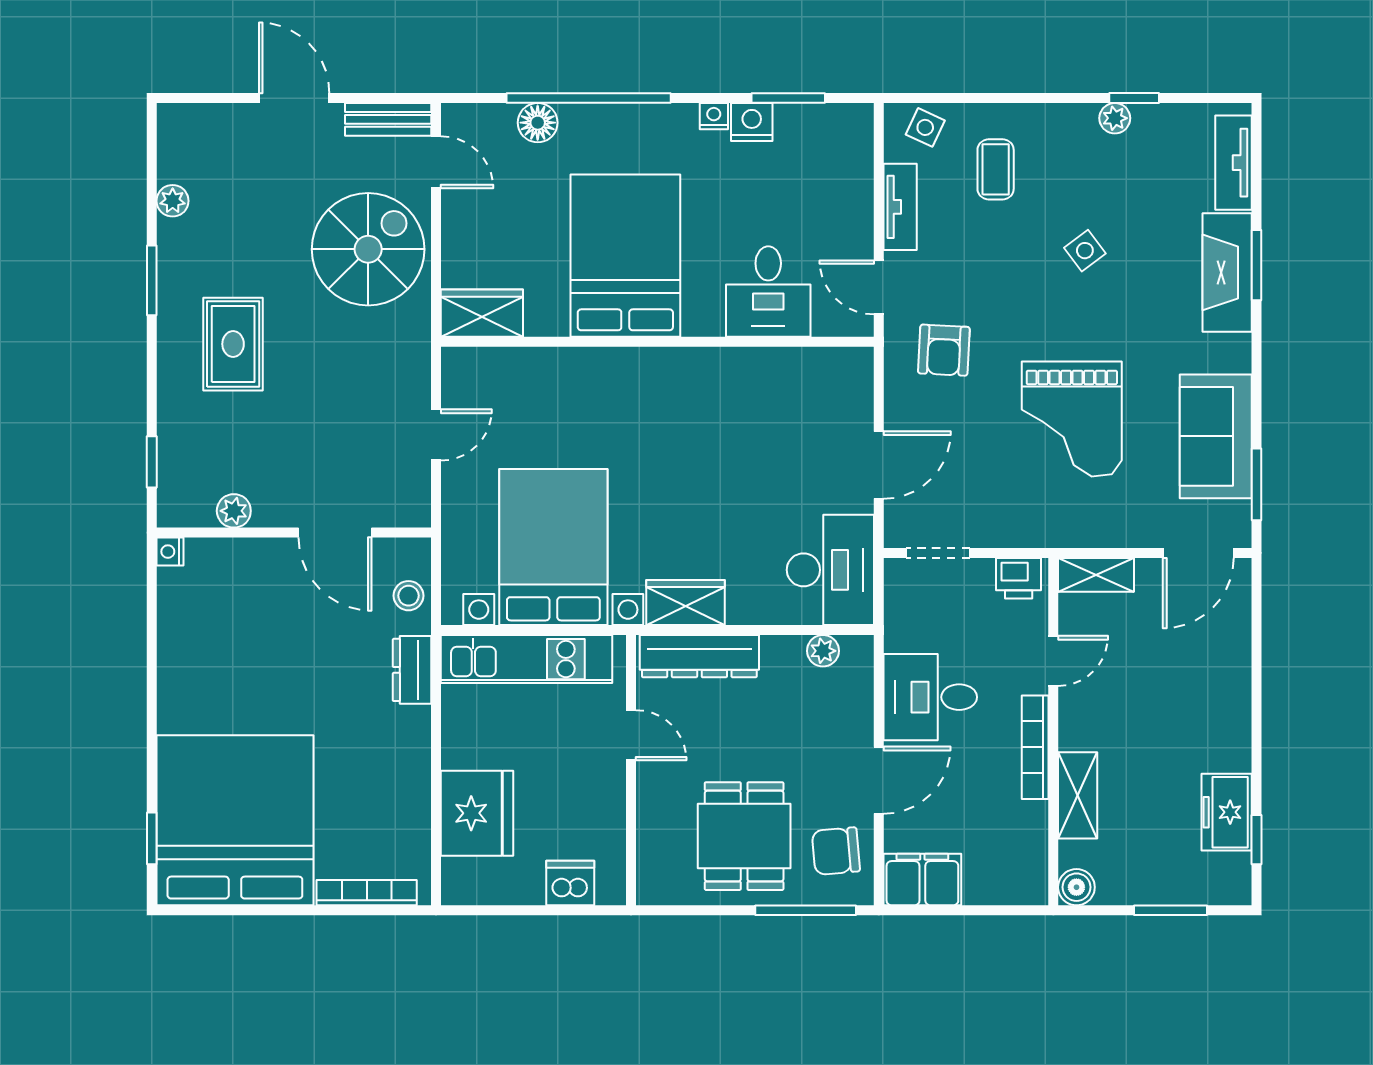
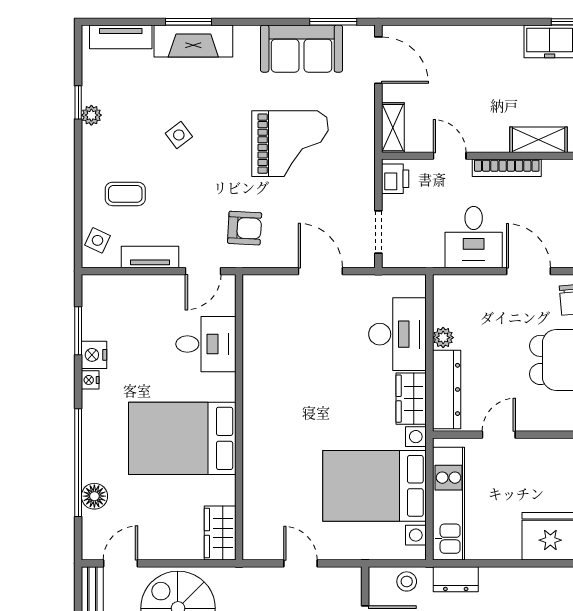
desk: (830, 570) -> (397, 334), moved, turned 90
plant: (823, 651) -> (443, 338), moved

